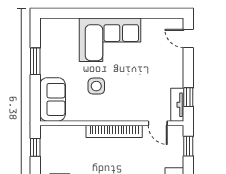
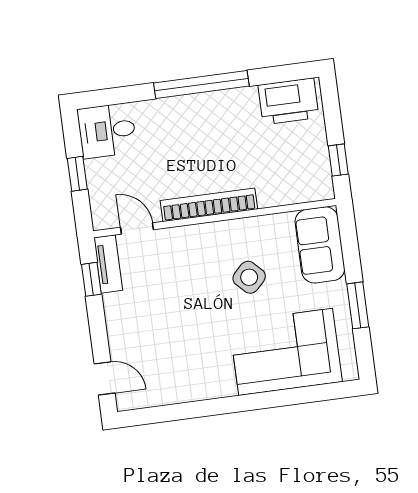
corner sofa: (110, 40) -> (286, 352), moved
side table: (96, 86) -> (249, 277), turned 45
window: (188, 146) -> (77, 174), moved

